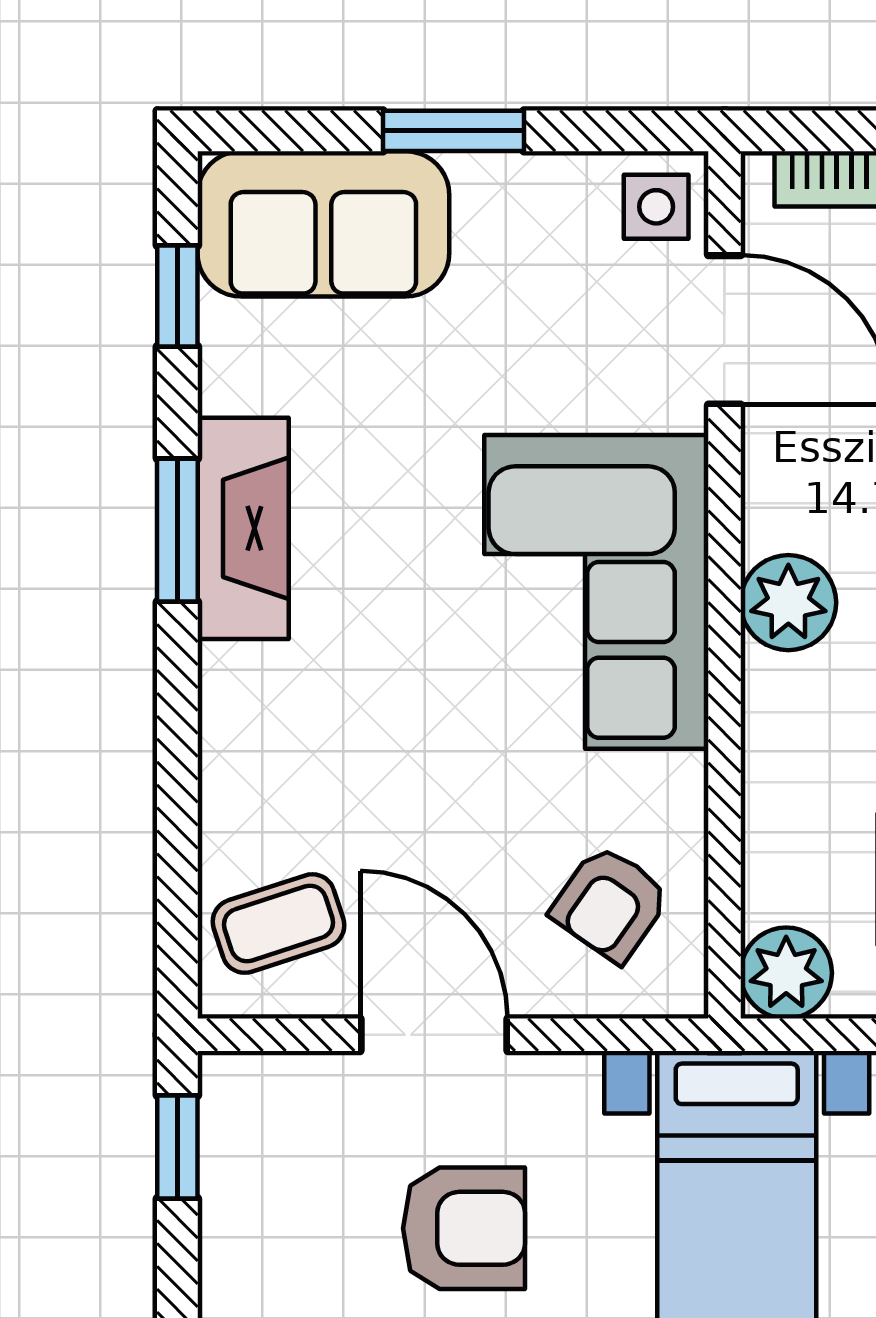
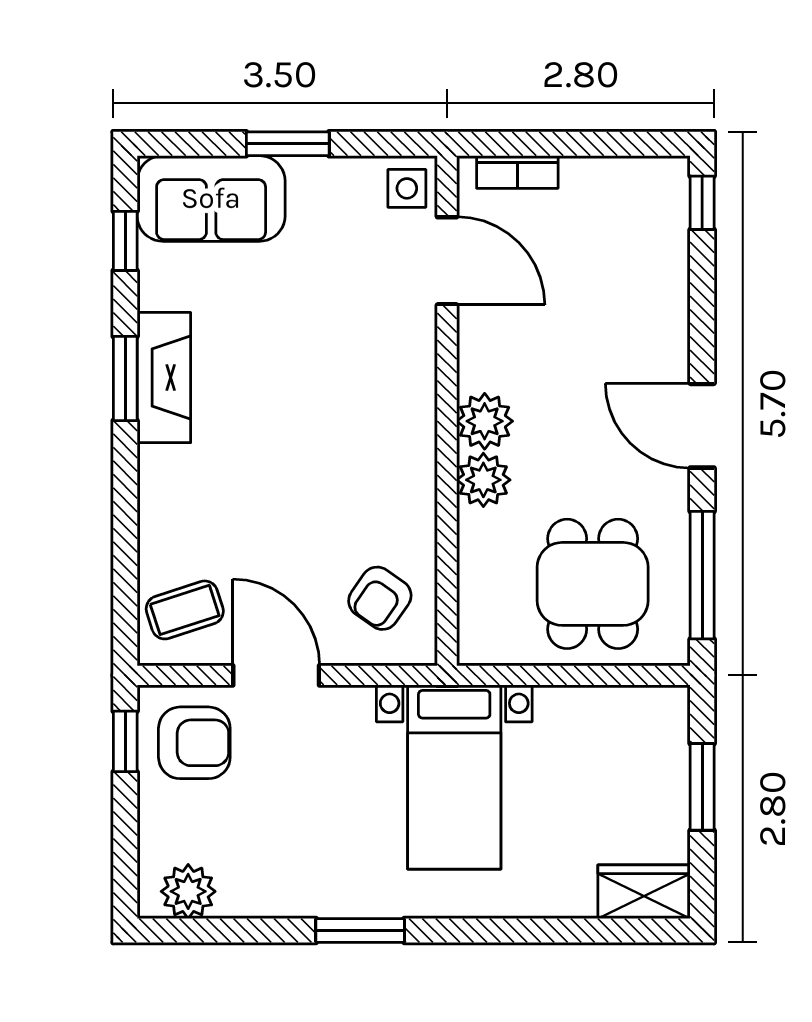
corner sofa: (596, 592) -> (372, 415), removed
plant: (786, 973) -> (483, 480), moved
armchair: (464, 1228) -> (194, 743), moved

